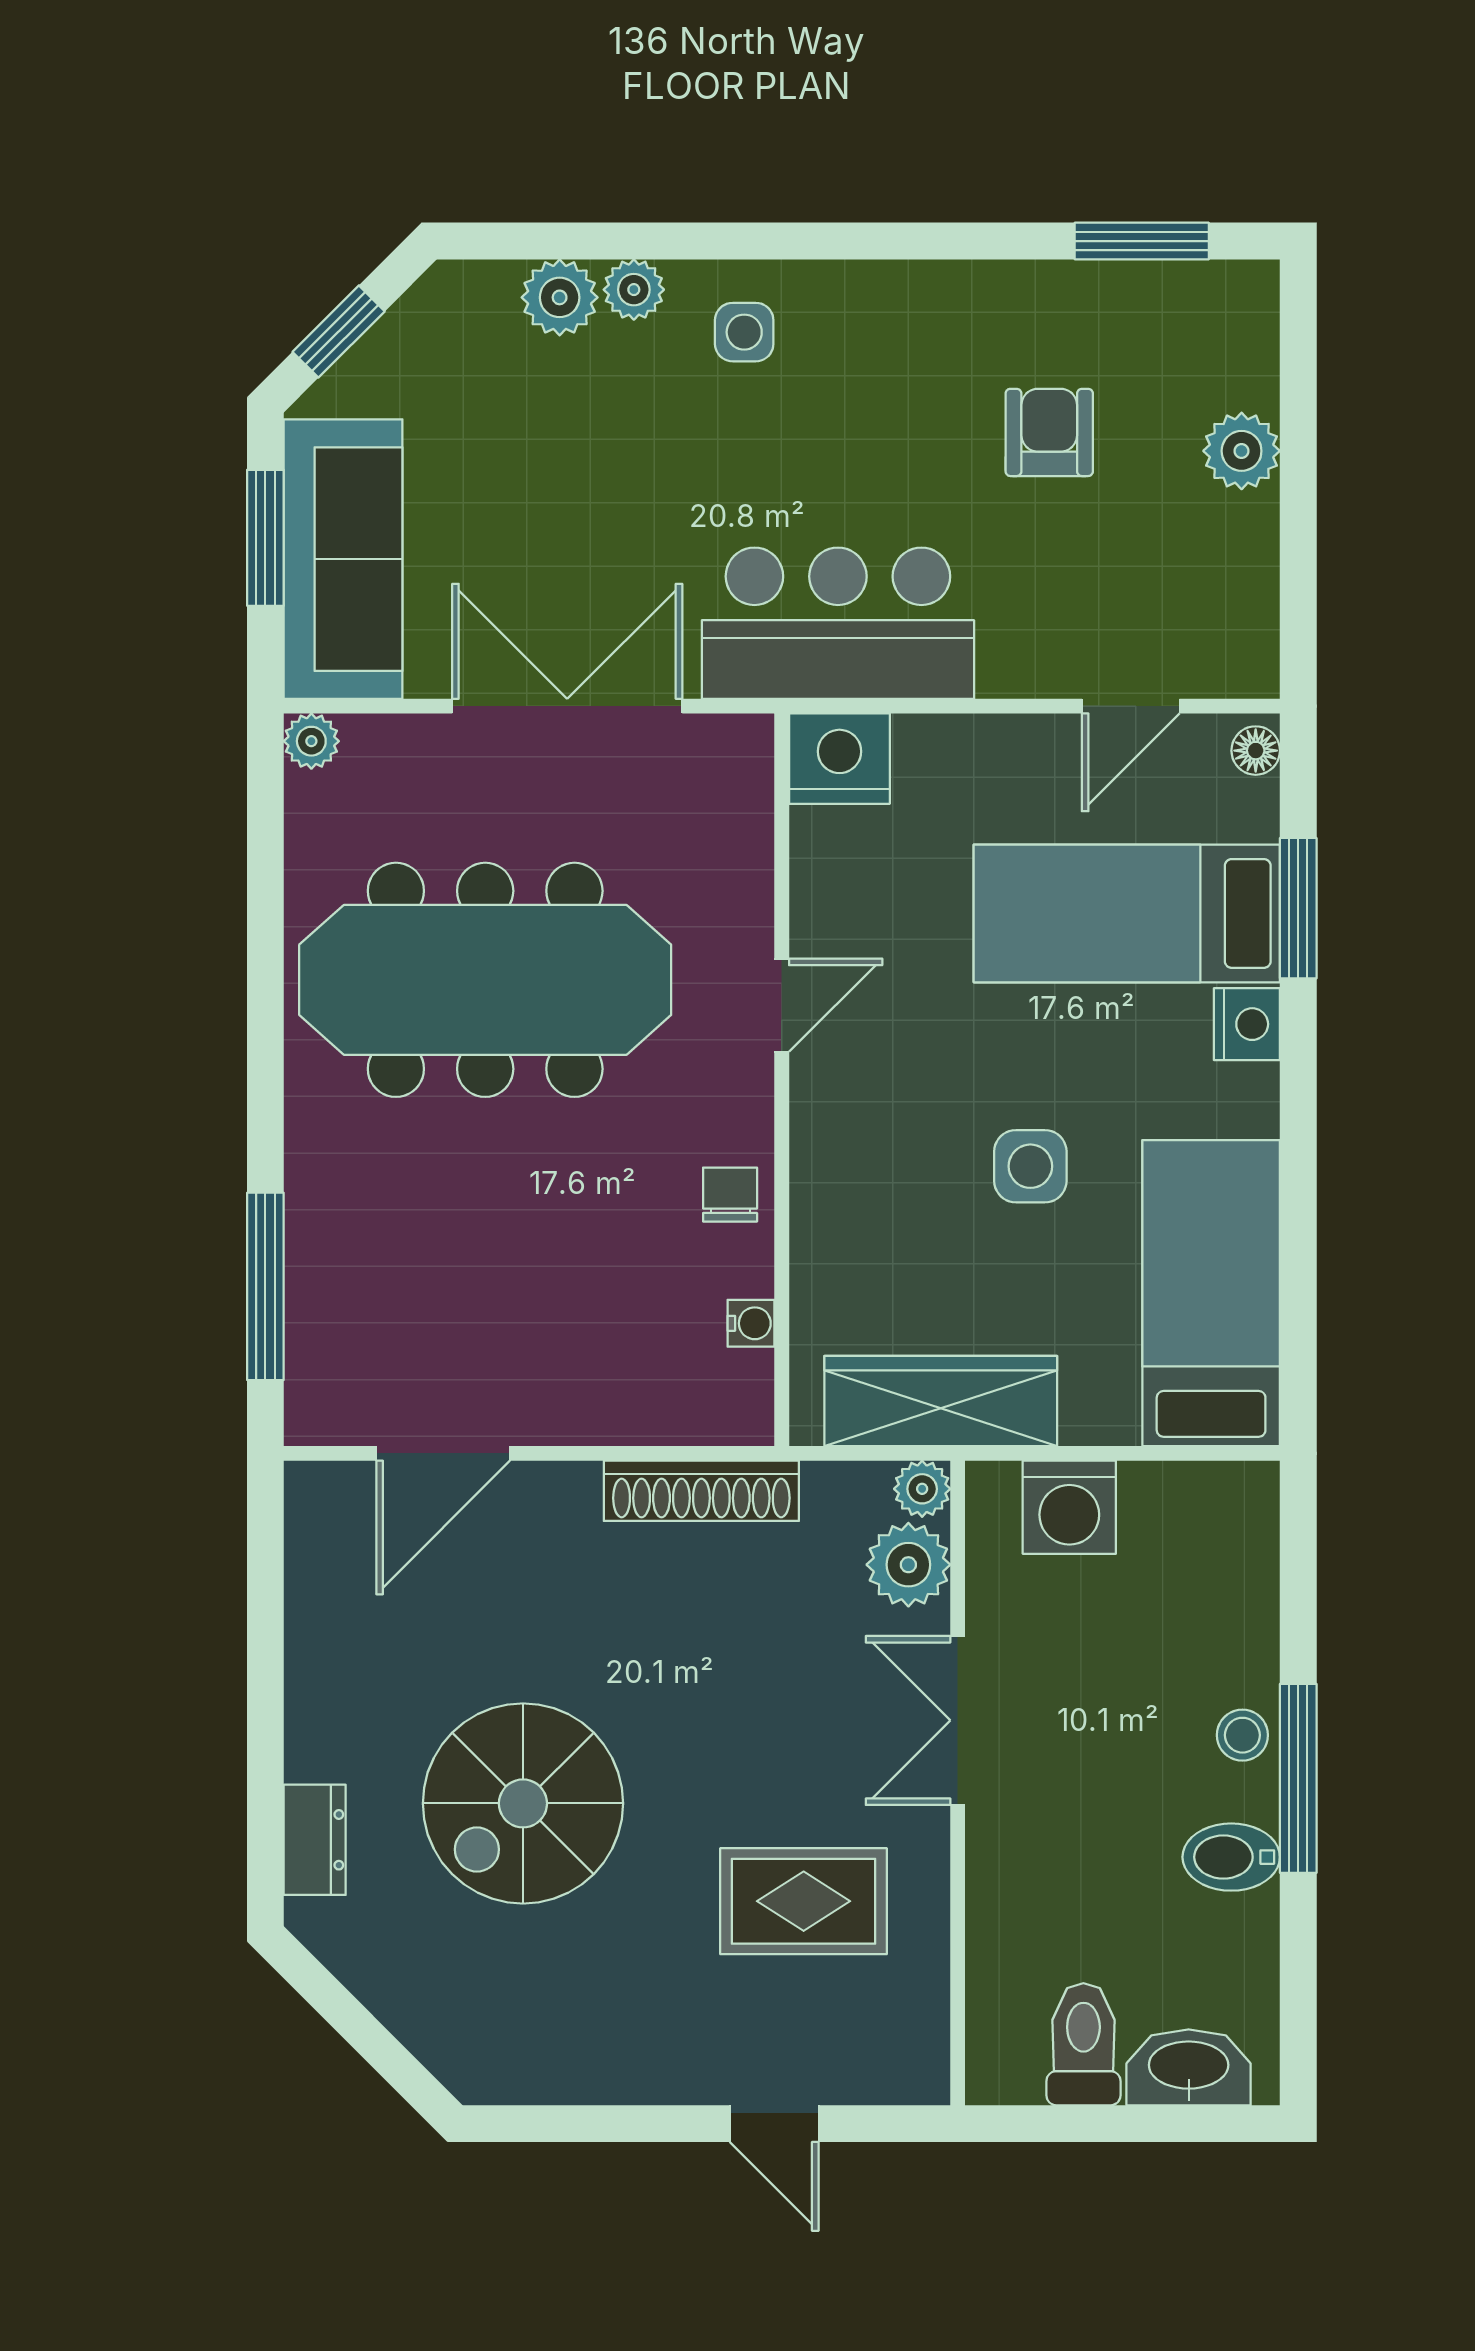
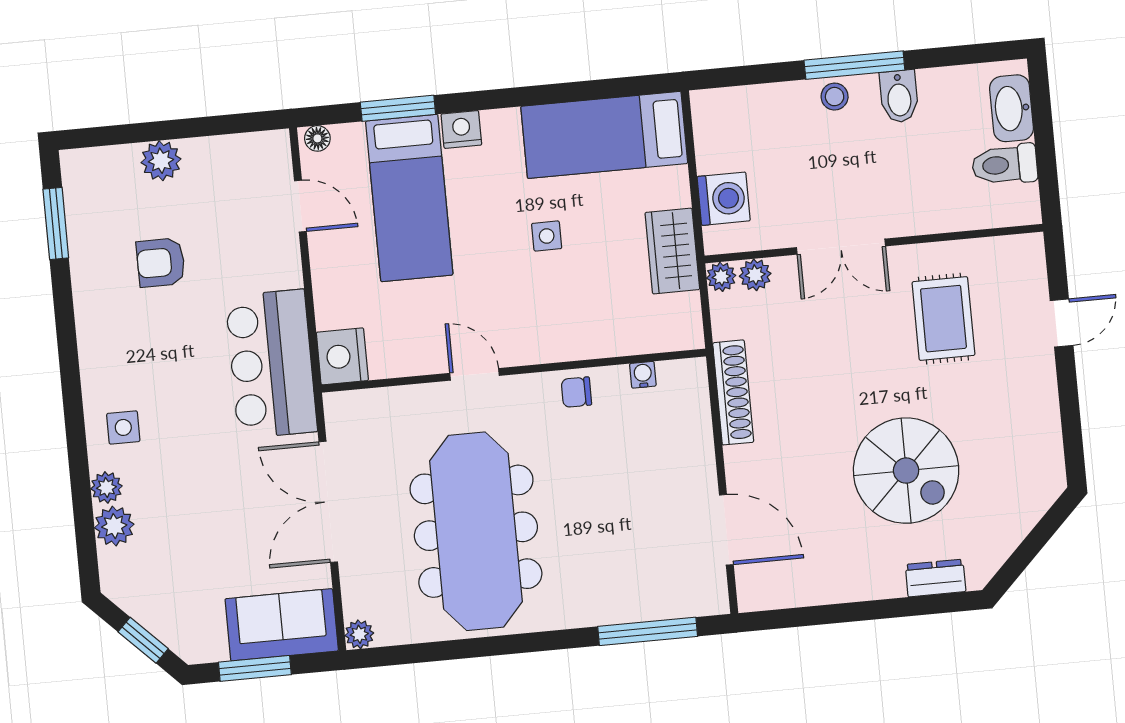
sofa: (343, 559) -> (282, 625), width x0.73
side table: (1030, 1166) -> (547, 236), width x0.73, depth x0.73
wardrobe: (941, 1401) -> (672, 251), width x0.67
plant: (908, 1565) -> (755, 275), width x0.73, depth x0.73

